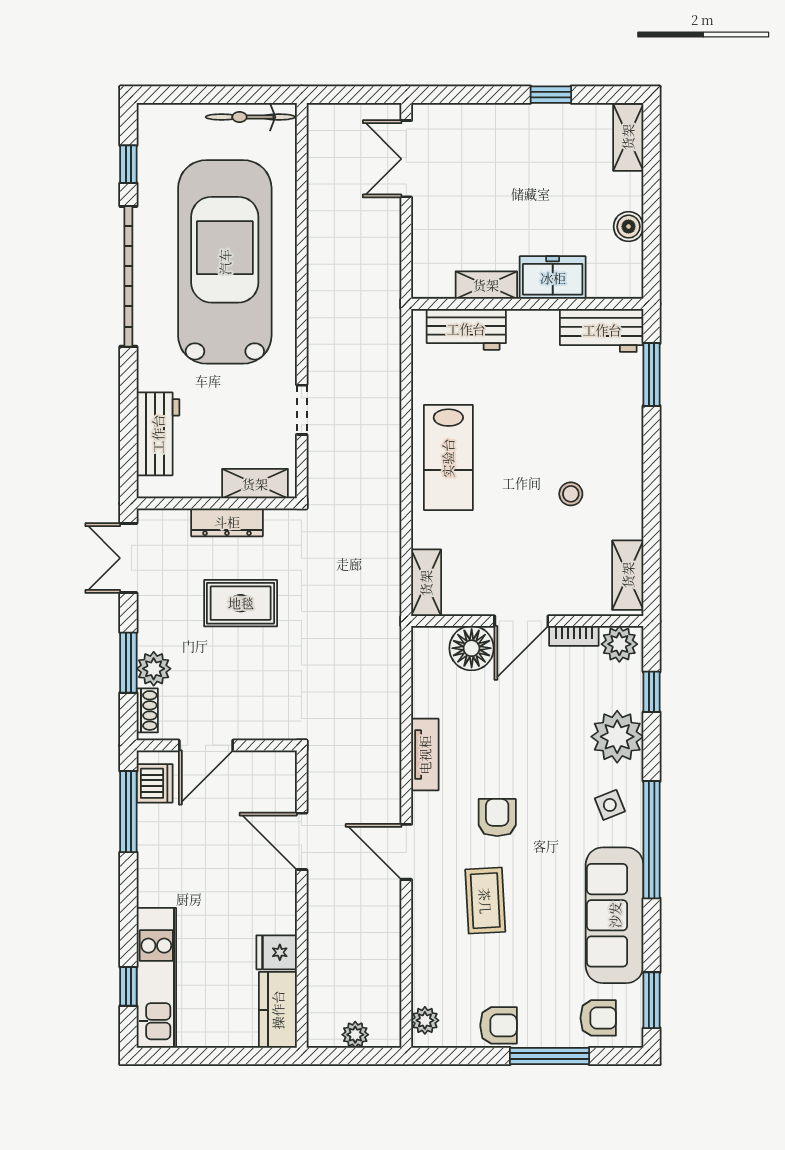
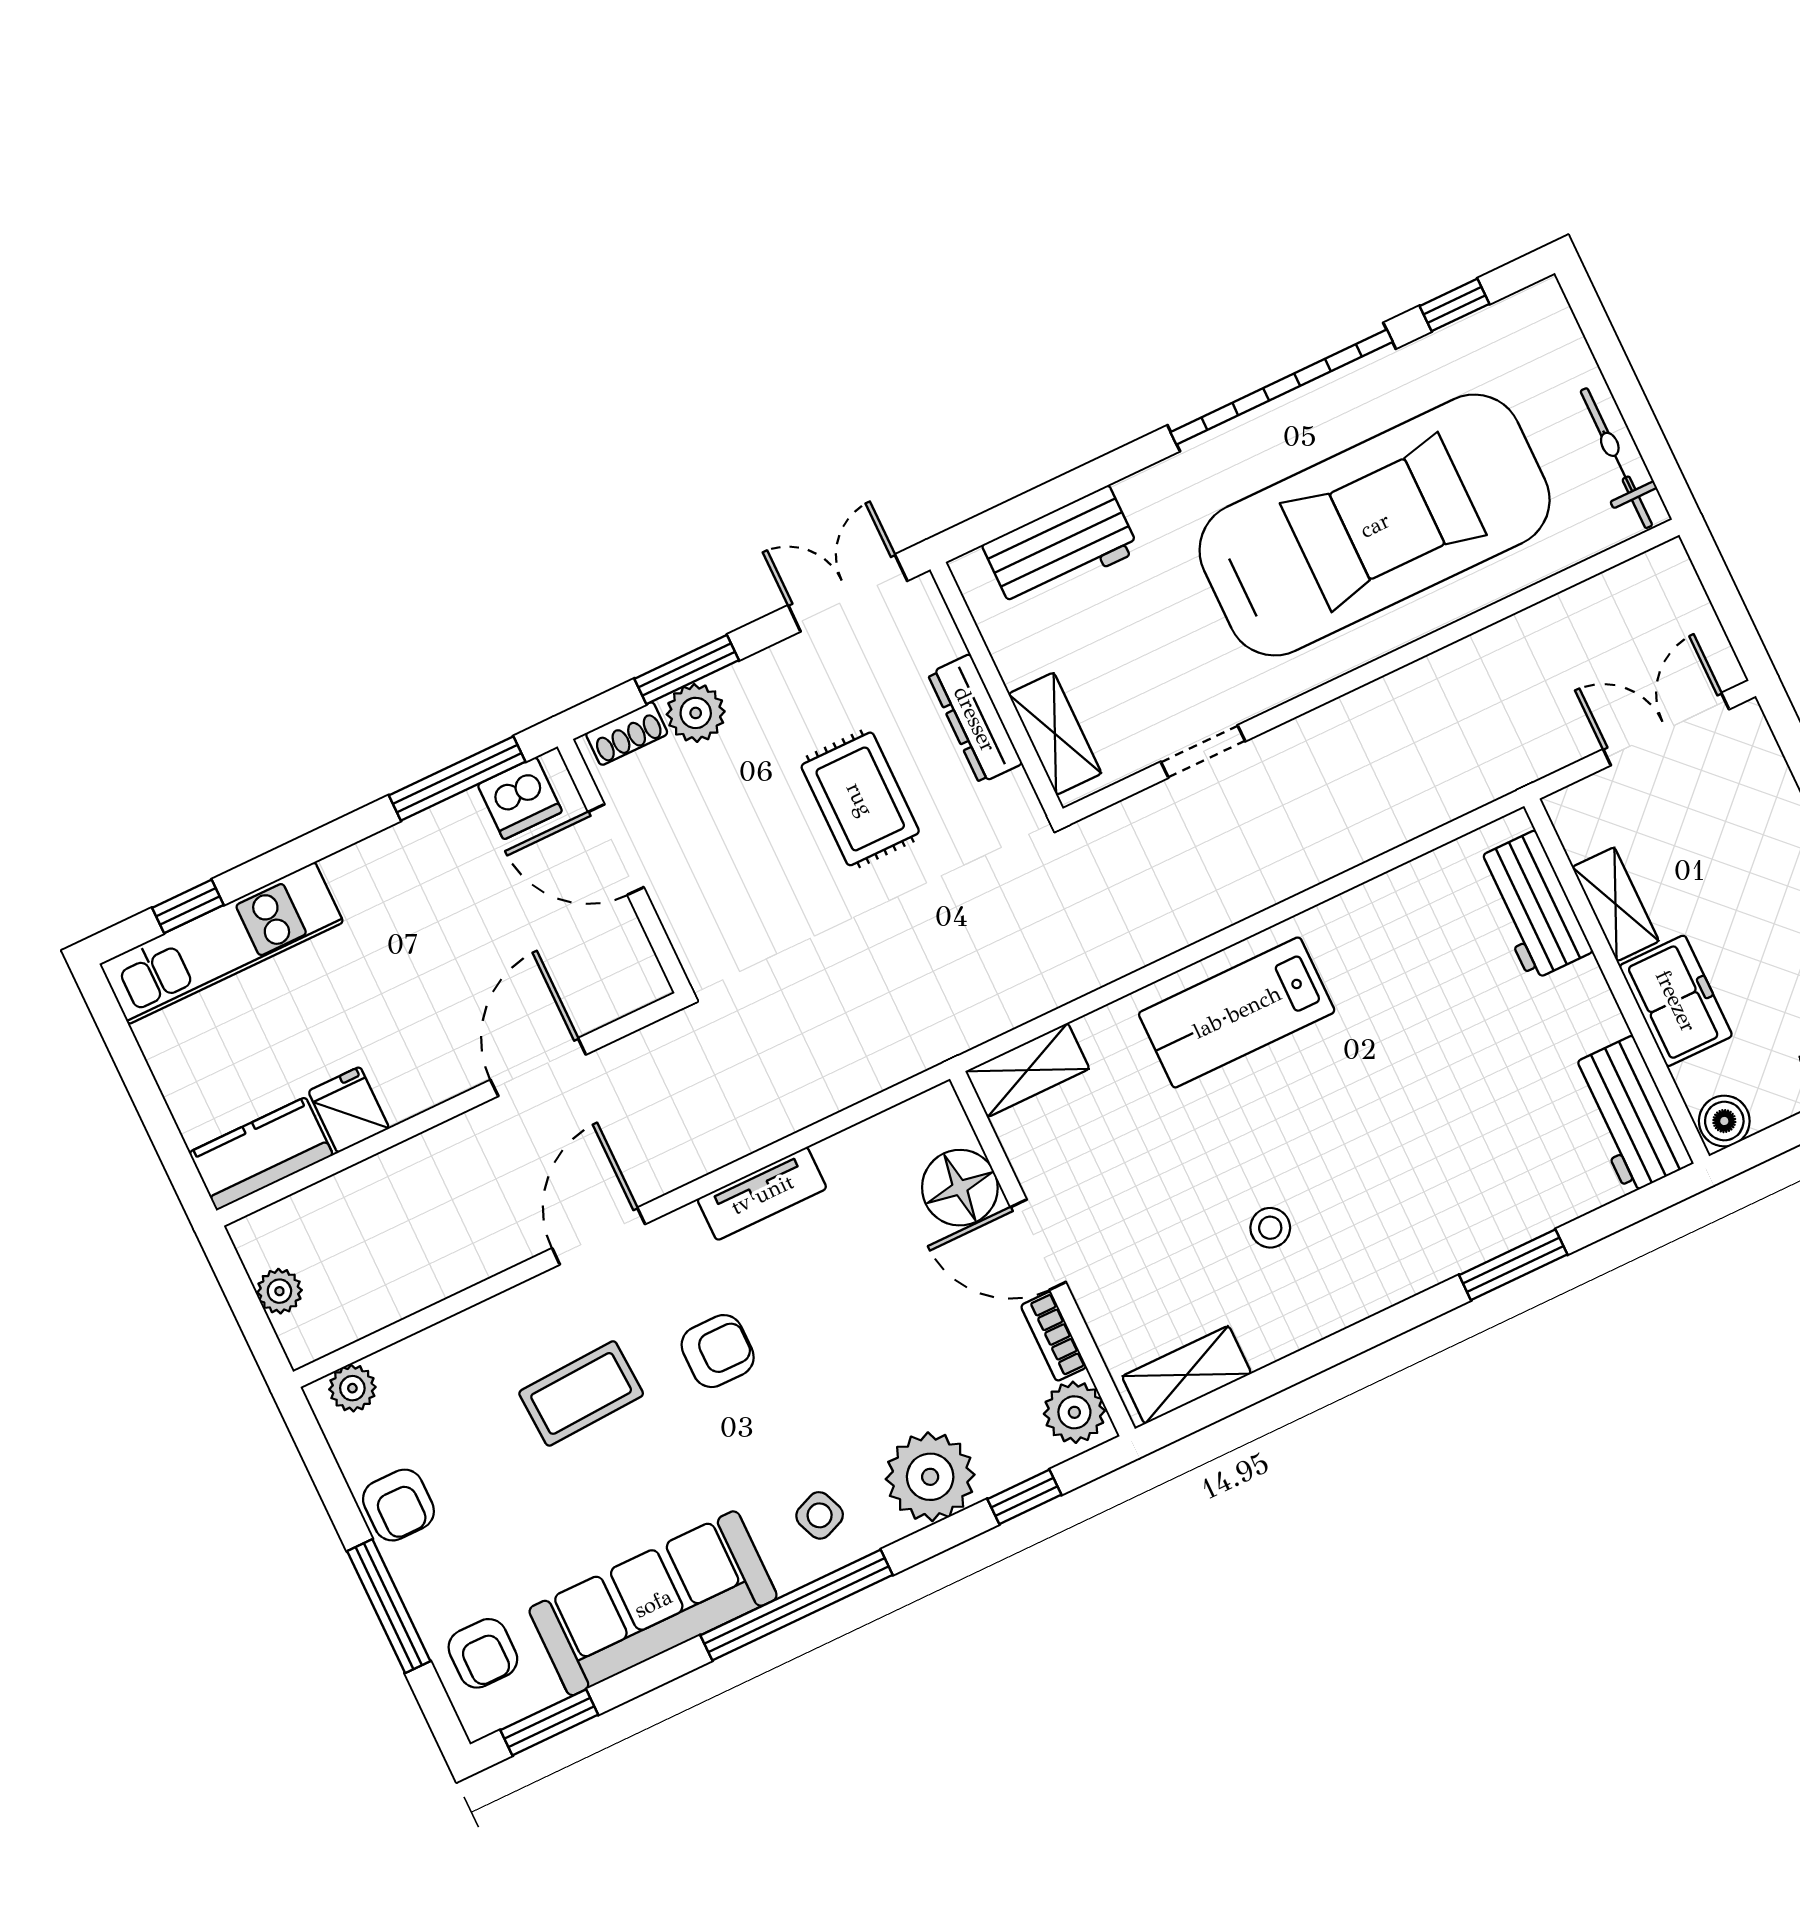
freezer: (553, 278) -> (1676, 1001), moved
shelving: (486, 285) -> (1616, 904), moved
wall: (527, 304) -> (1617, 981), moved
workbench: (466, 329) -> (1533, 906), moved
workbench: (602, 330) -> (1630, 1115), moved

